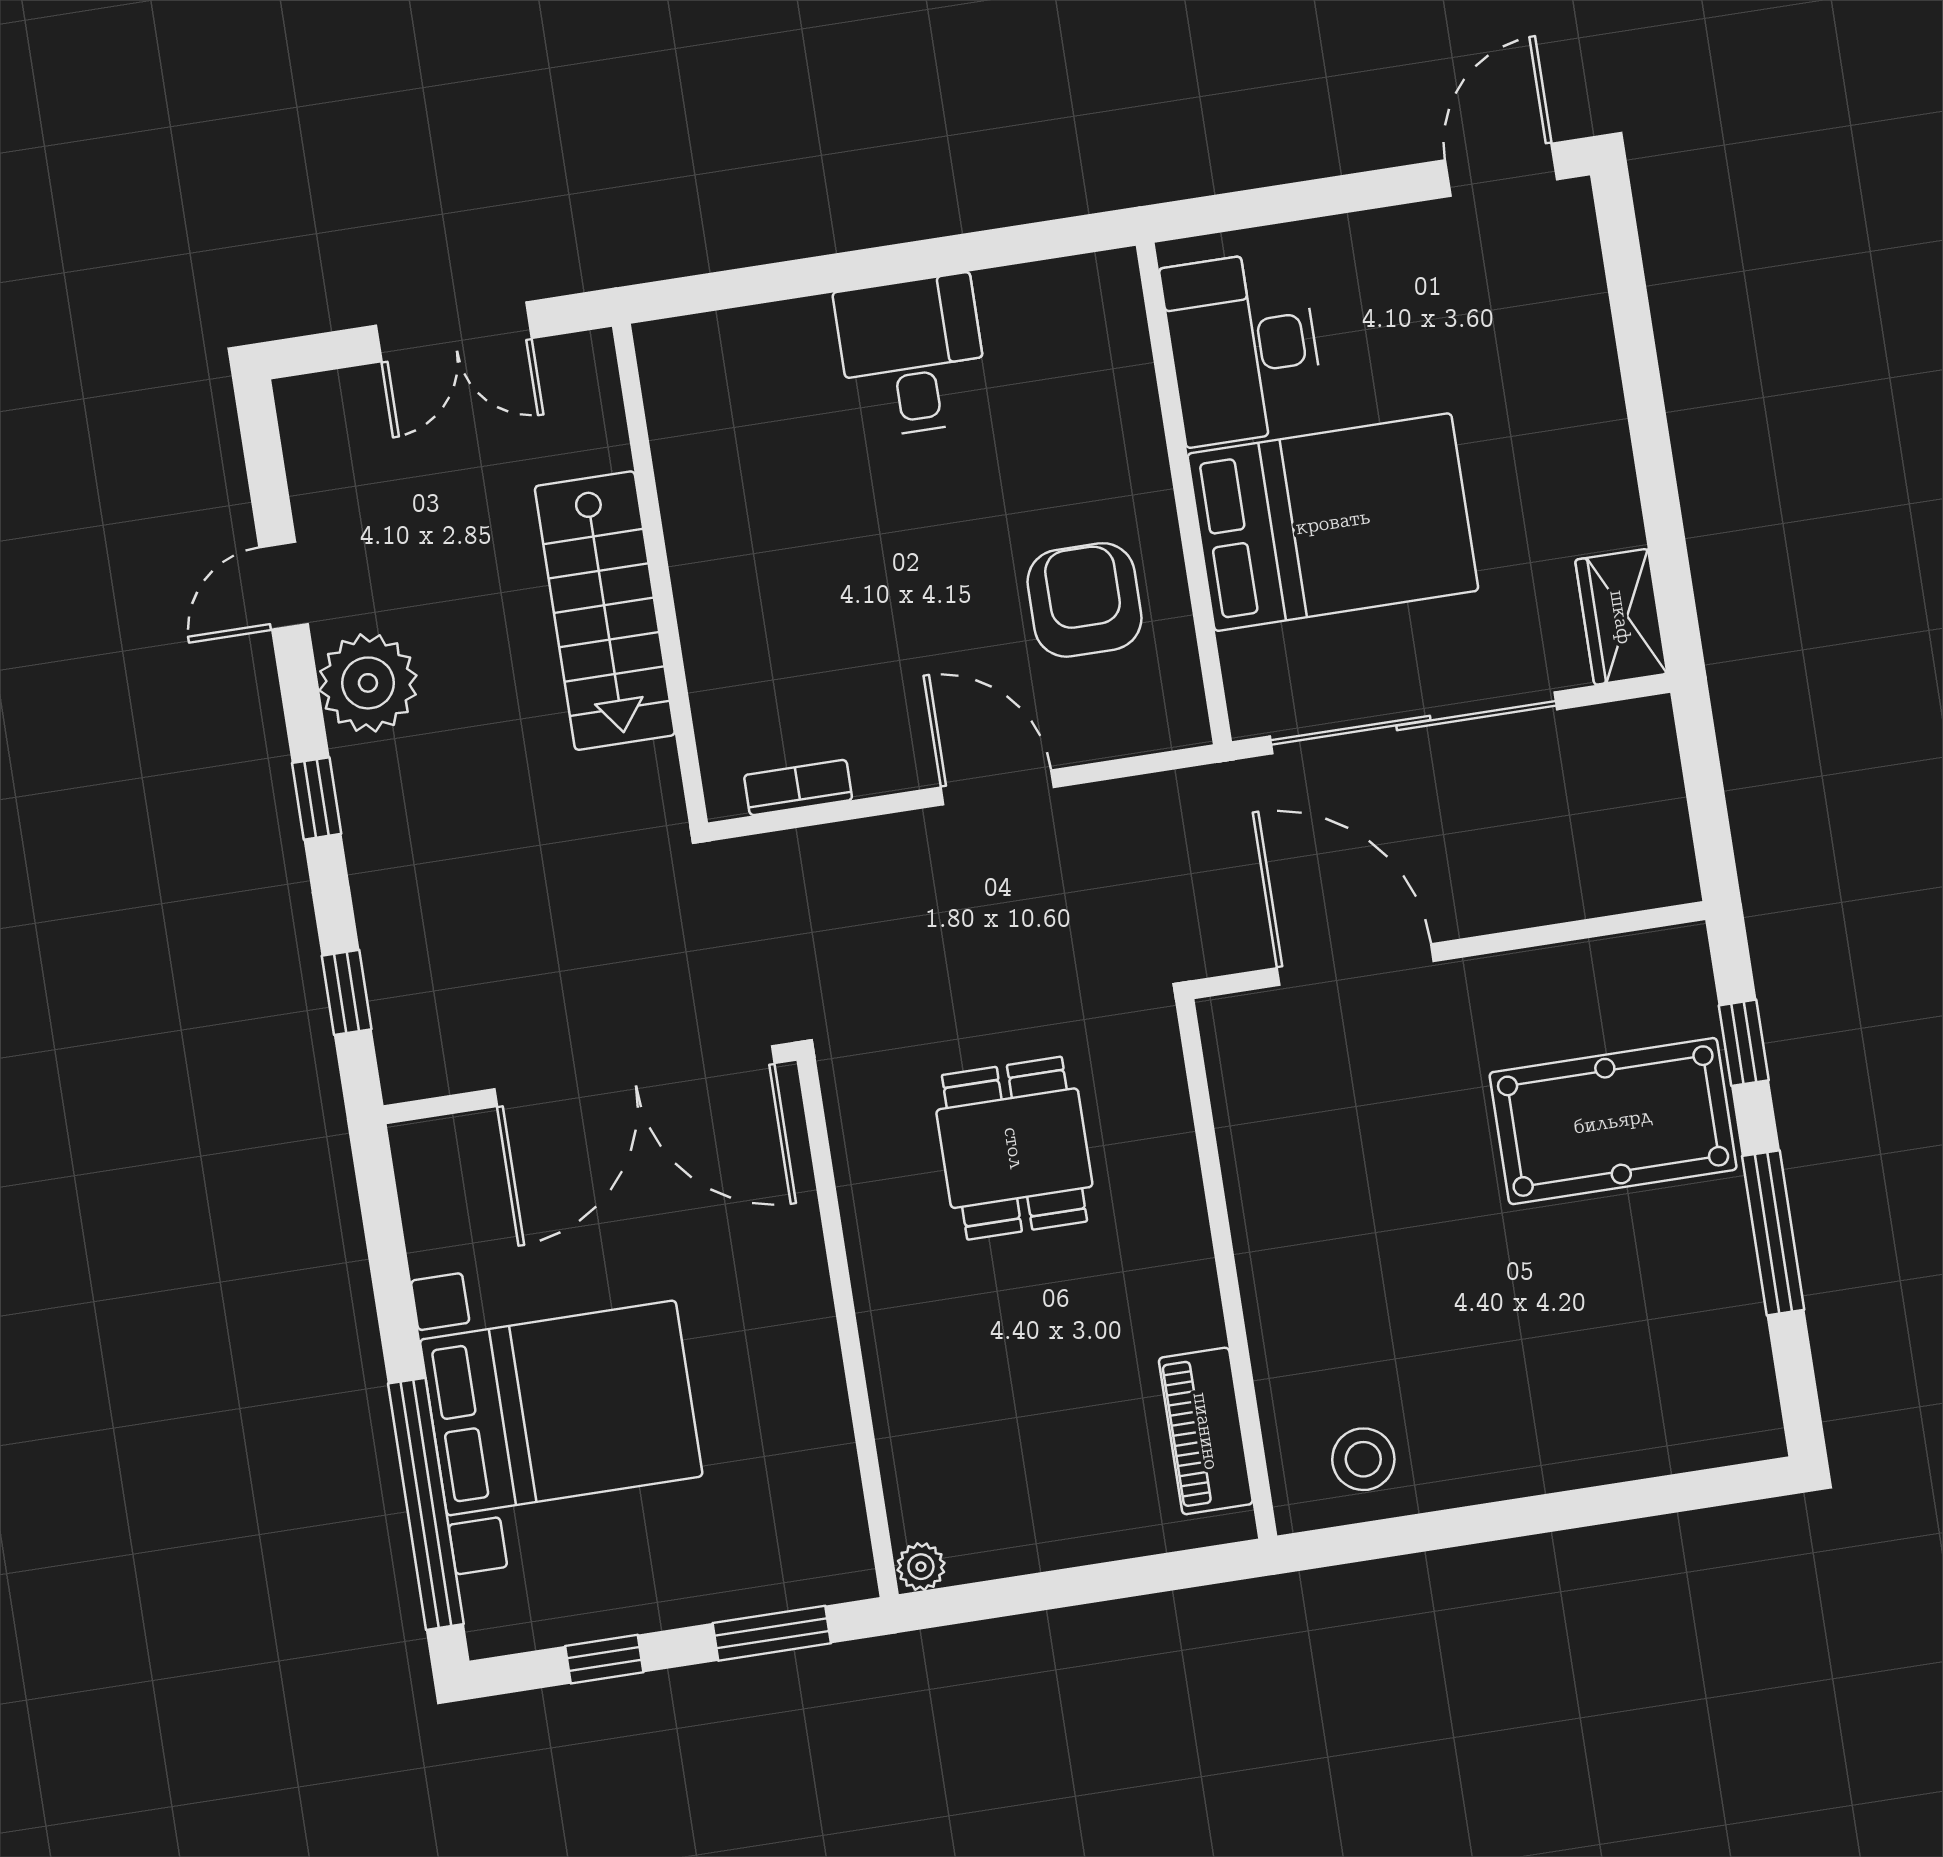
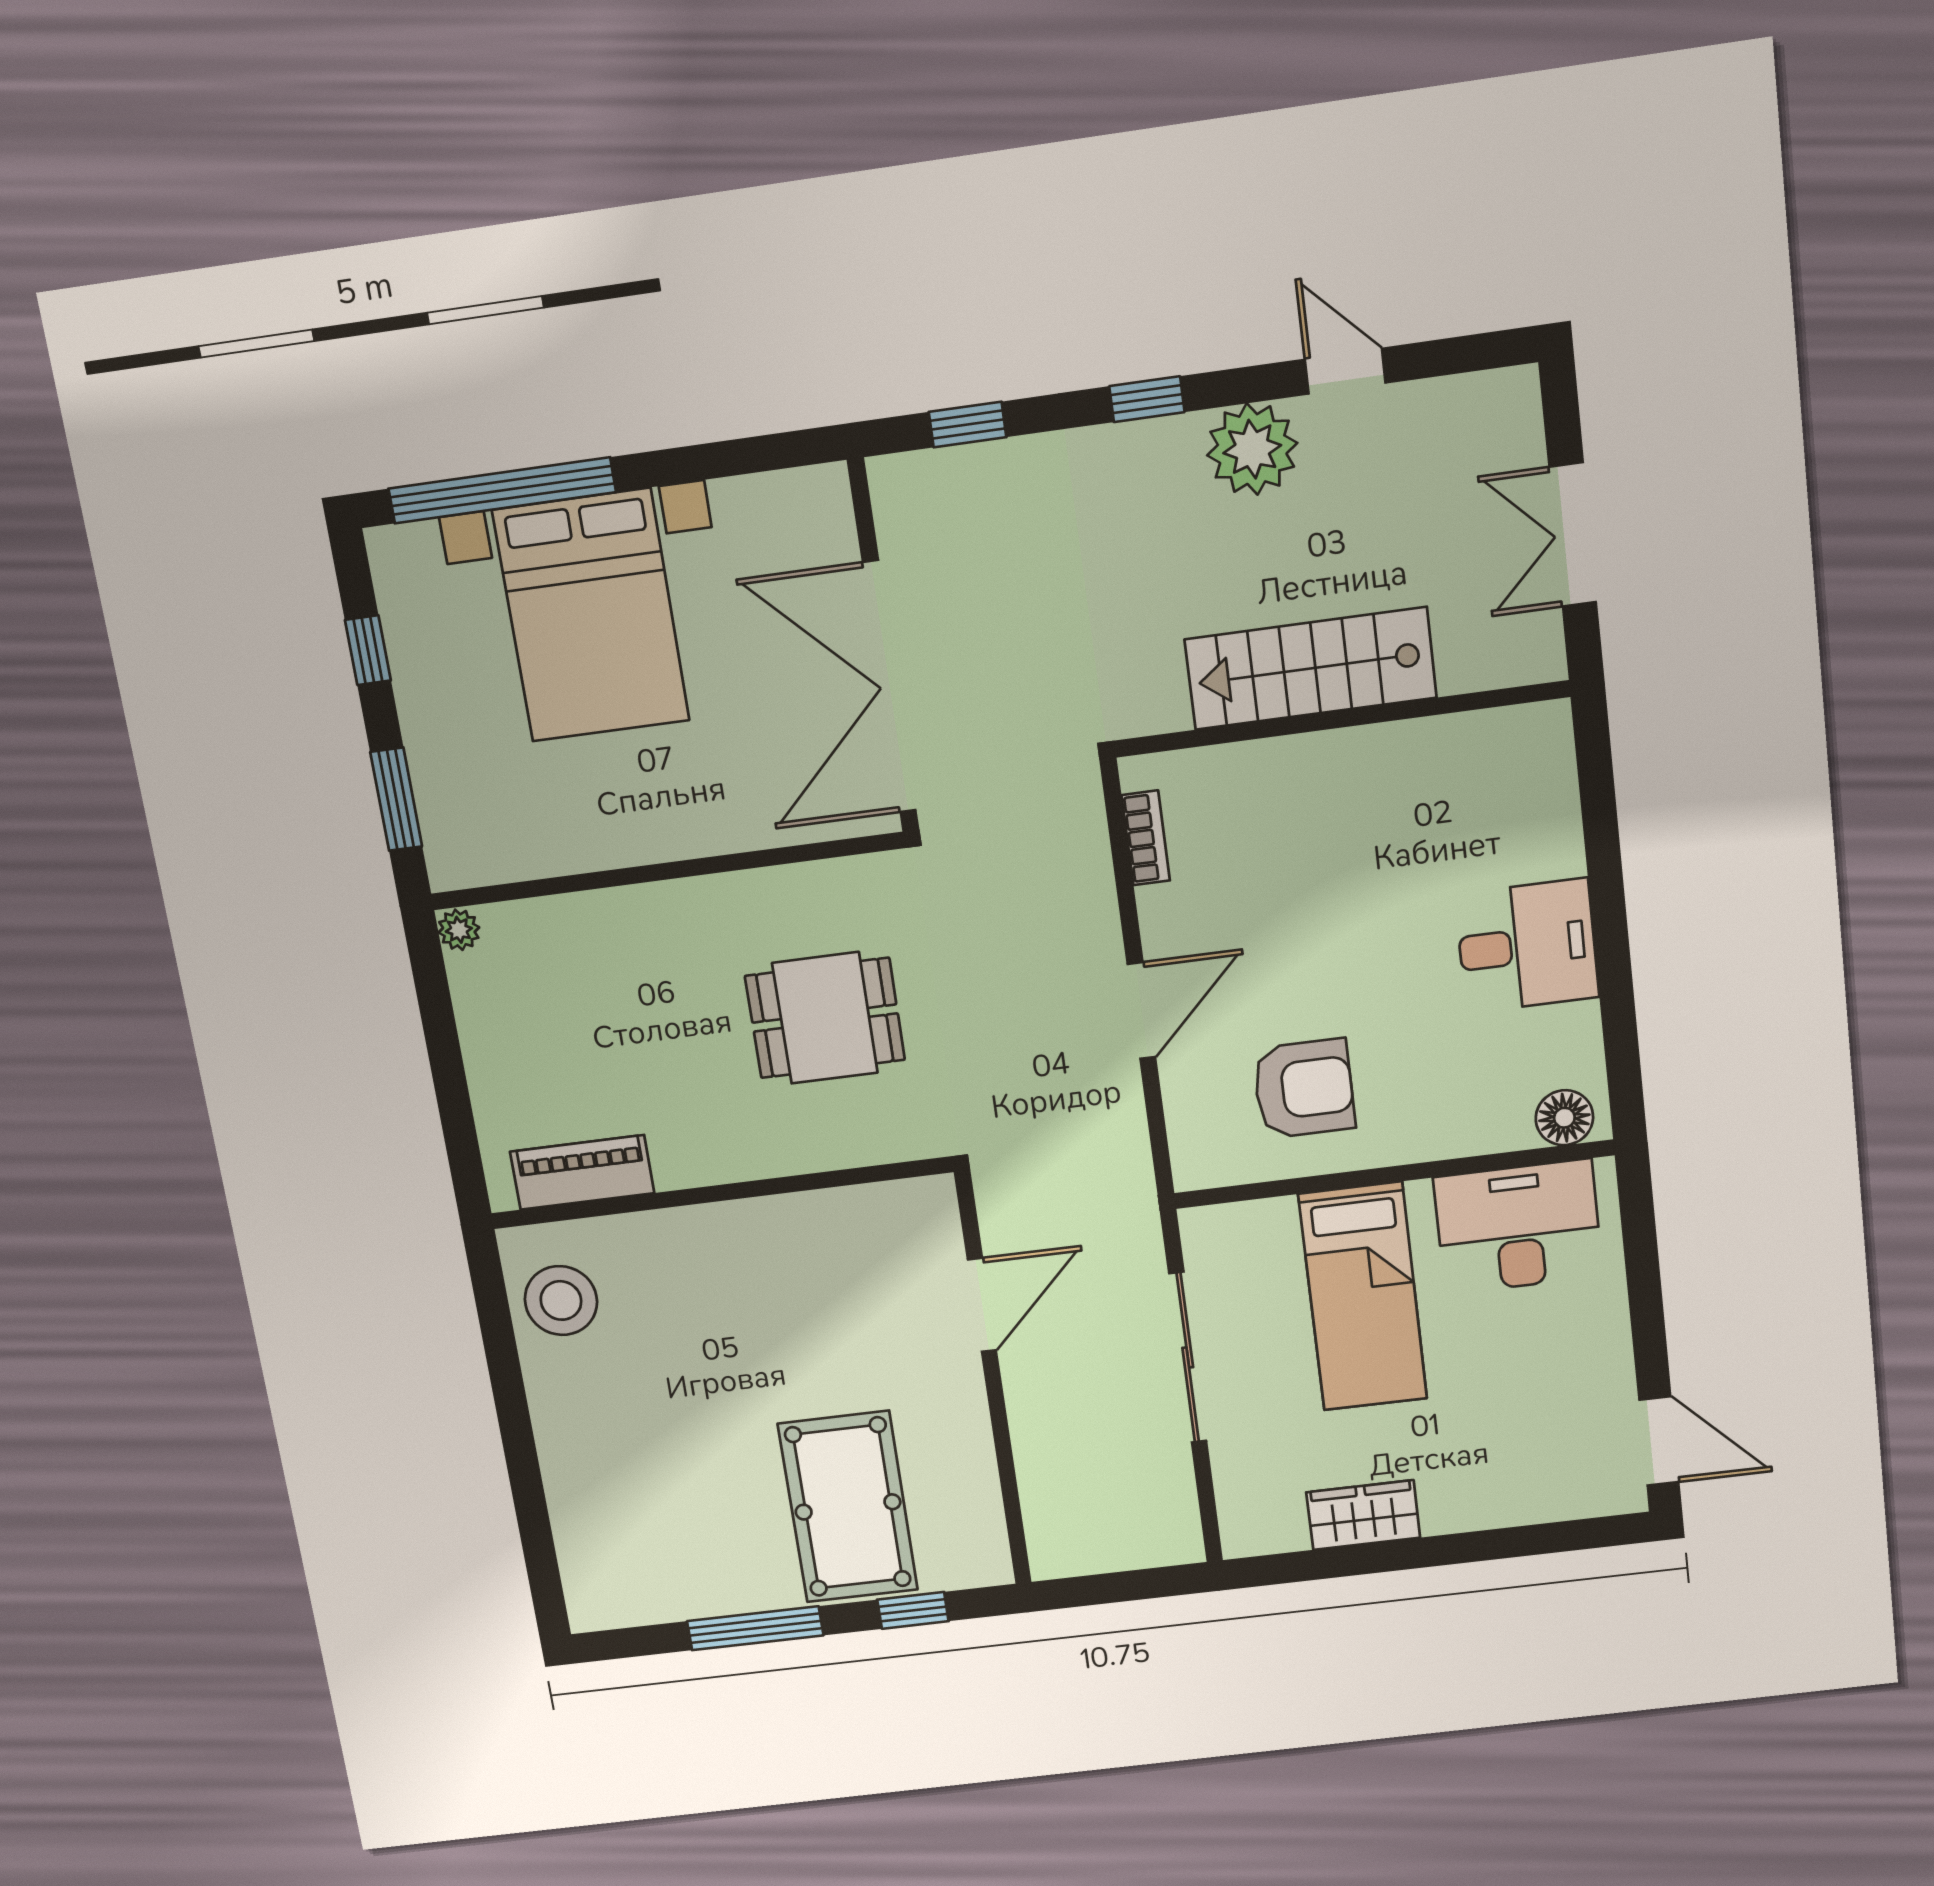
floor lamp: (1112, 302) -> (1564, 1118), added
bed: (1333, 522) -> (1363, 1297), width x0.67
wardrobe: (1621, 617) -> (1363, 1515), moved
sliding door: (1413, 723) -> (1188, 1358), width x0.73
door: (1355, 965) -> (982, 1305), width x0.73
stool: (1363, 1459) -> (561, 1301), width x1.38, depth x1.38

